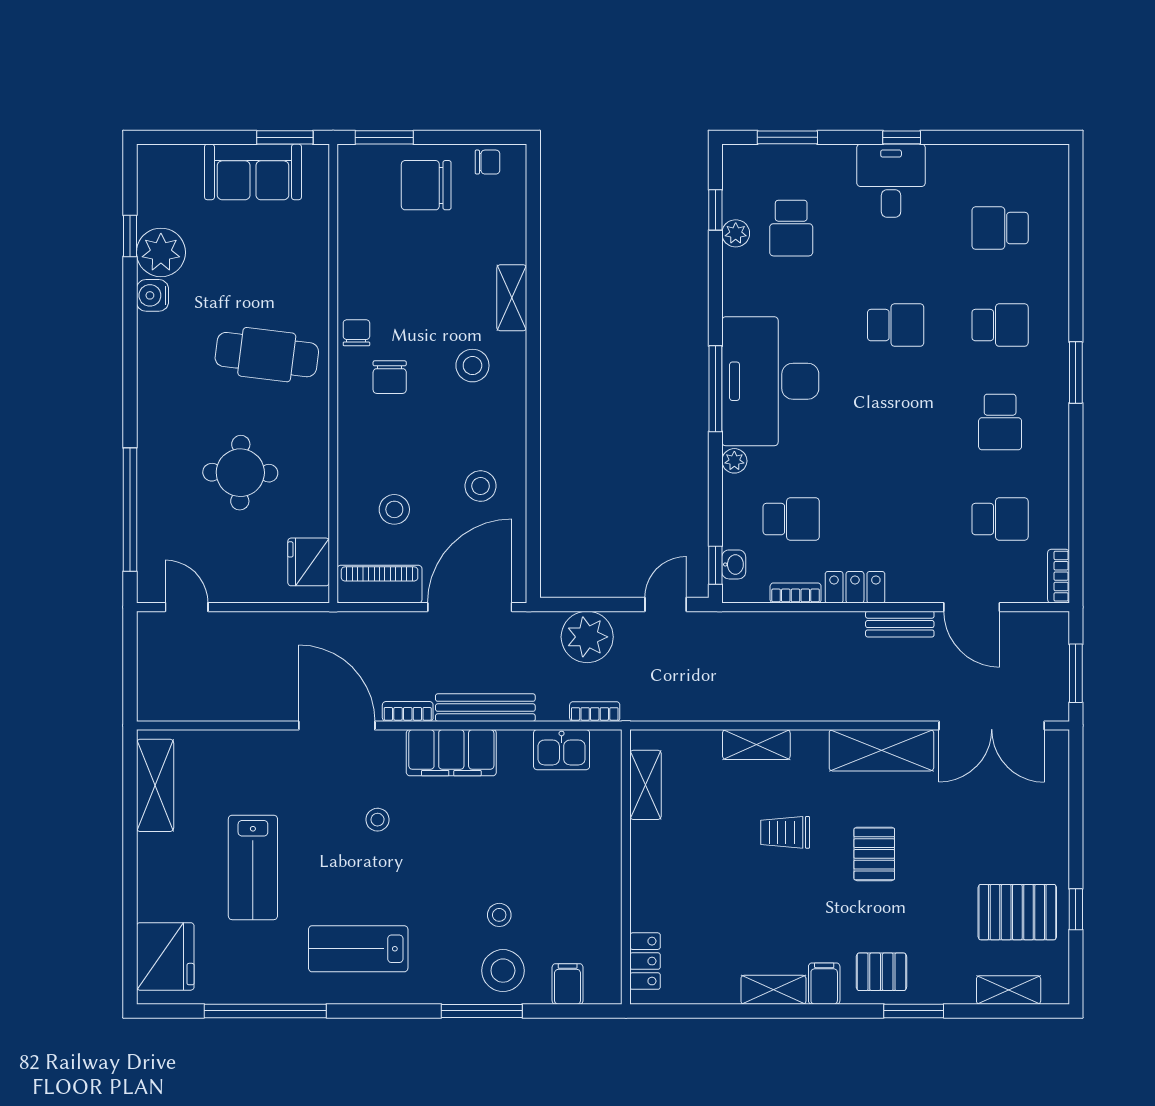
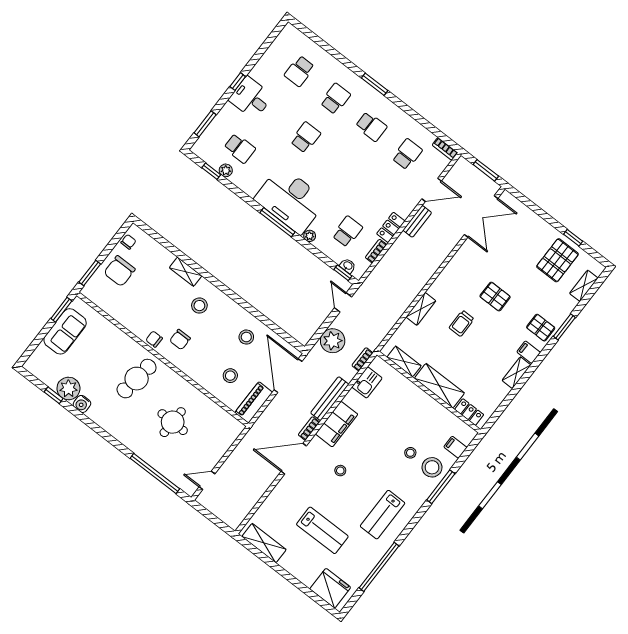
chair: (390, 377) -> (180, 340), turned 90
fridge: (309, 562) -> (225, 422), removed
shelving: (881, 750) -> (439, 386), moved, turned 90
pallet: (881, 972) -> (541, 328), turned 90

